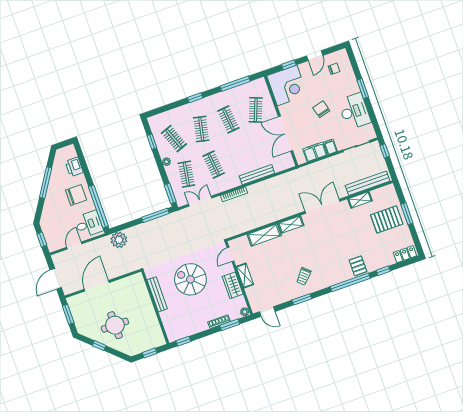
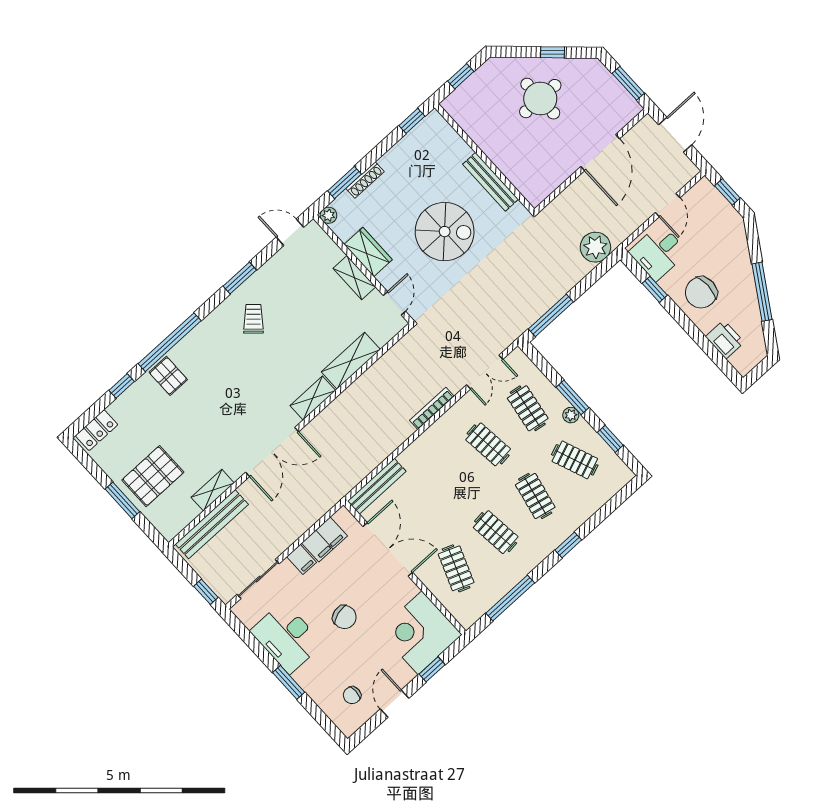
bench: (257, 175) -> (377, 486), moved
window: (170, 194) -> (572, 397), moved
window: (98, 206) -> (655, 289), width x0.32

